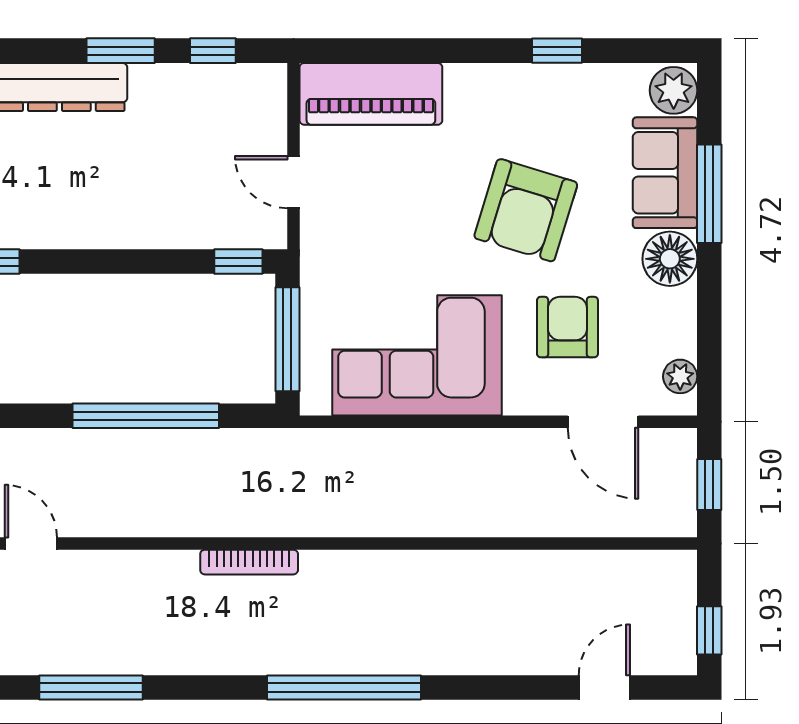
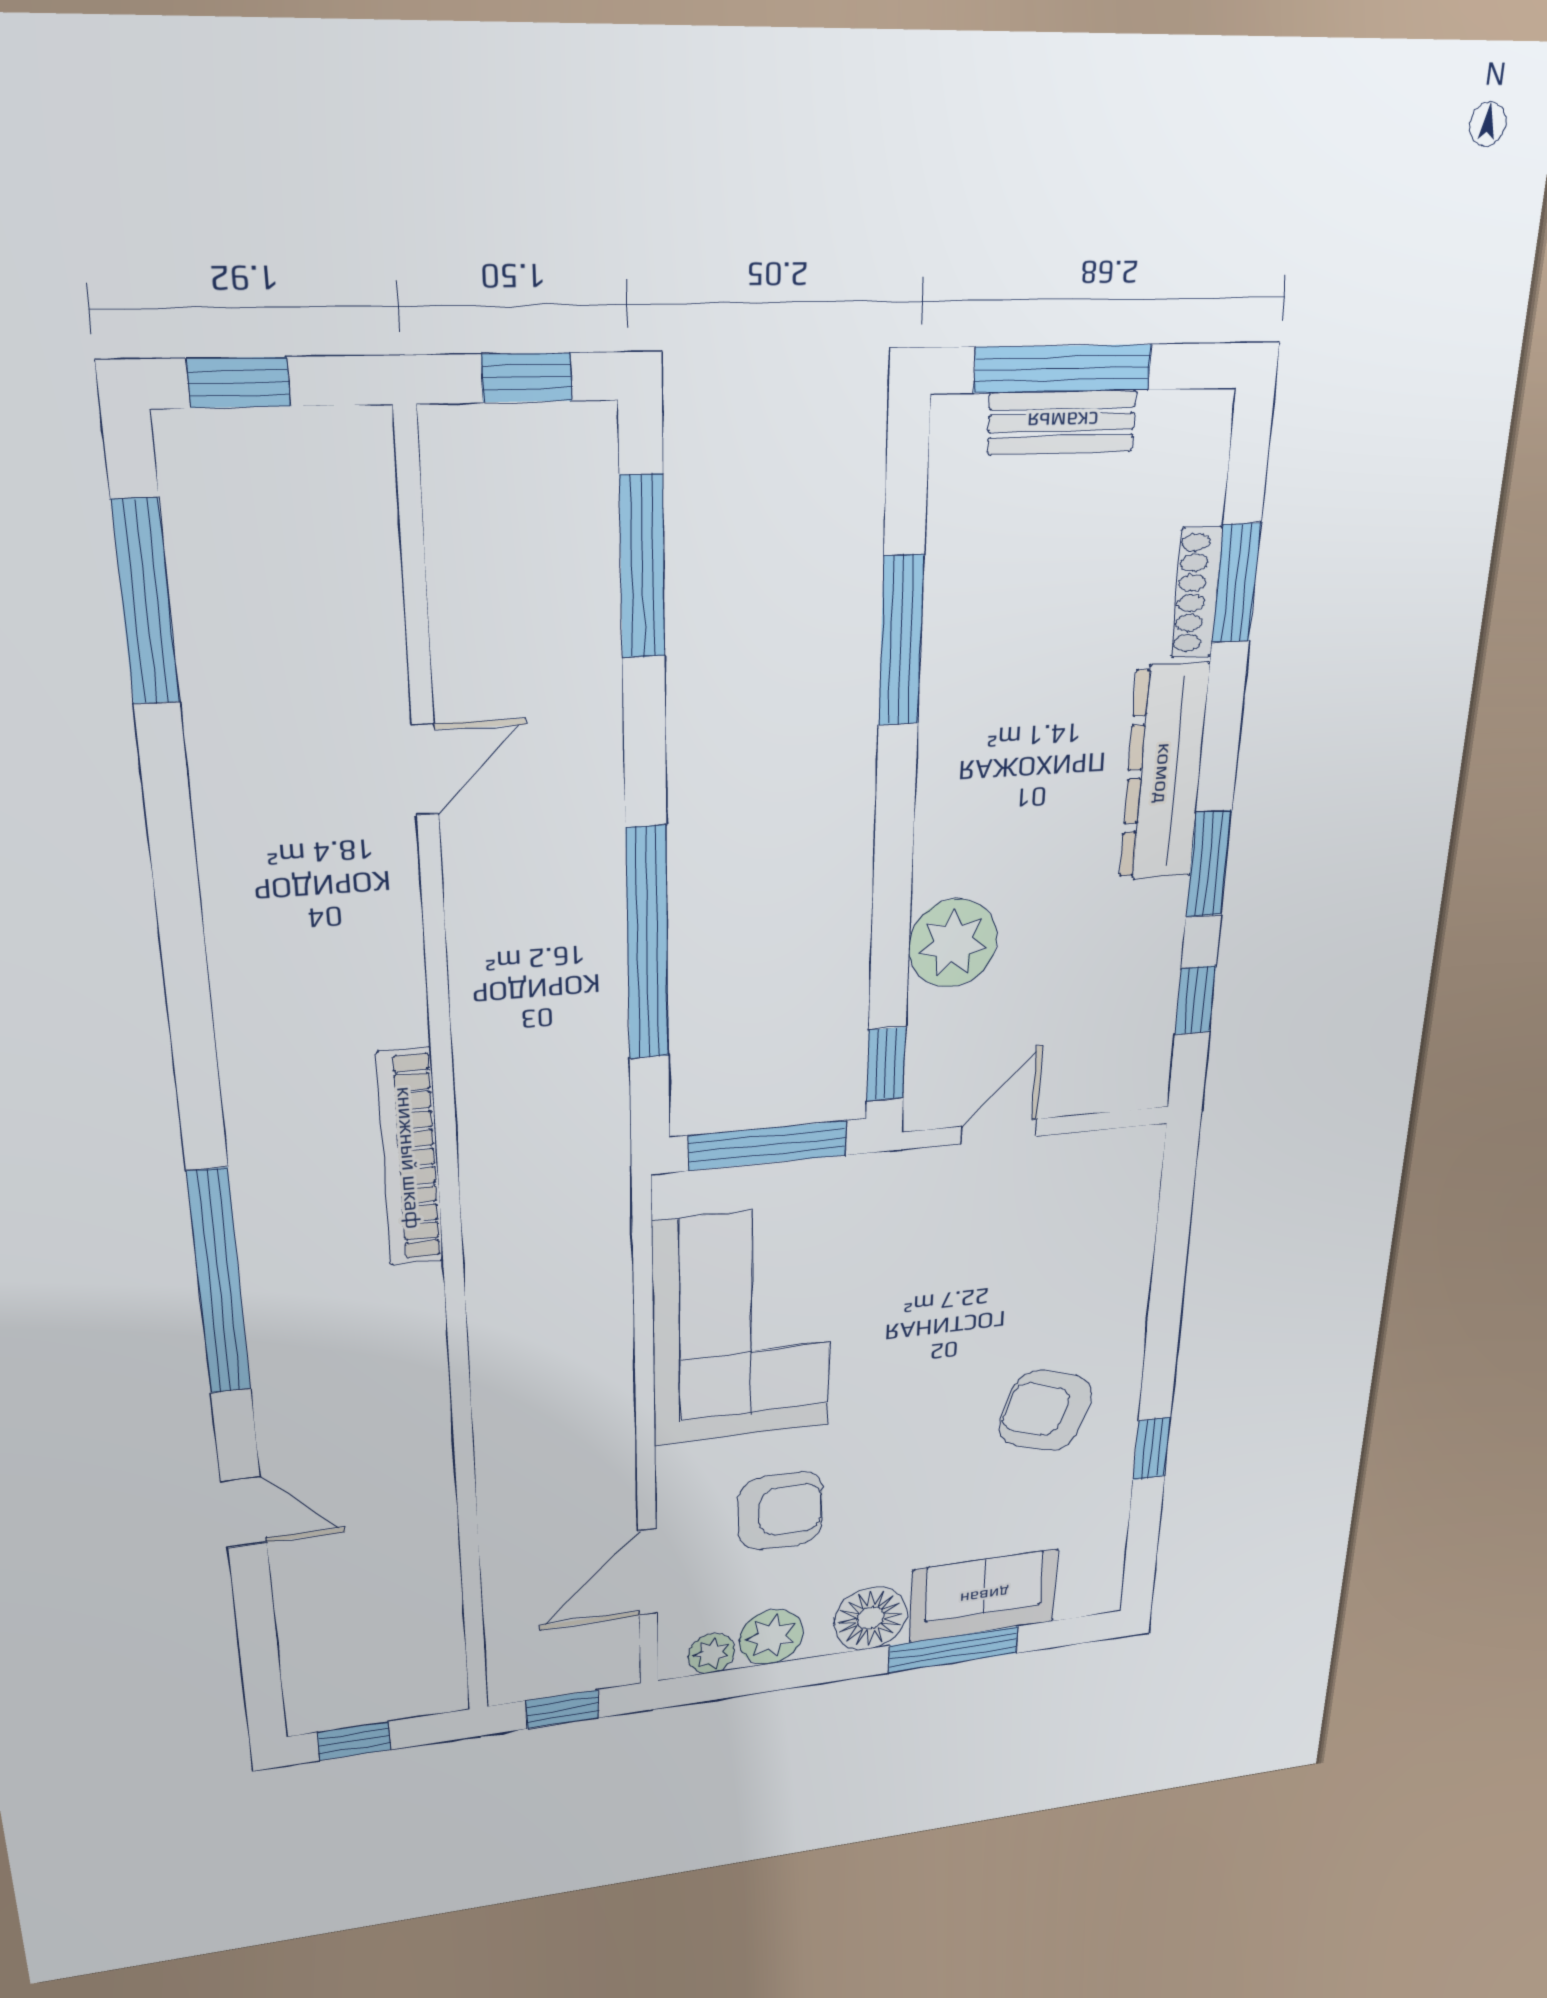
plant: (674, 90) -> (771, 1637), moved
piano: (371, 94) -> (1115, 1223), removed
armchair: (526, 210) -> (1045, 1411), moved, width x0.73, depth x0.73
plant: (160, 220) -> (953, 943), added
bookcase: (249, 562) -> (410, 1158), width x1.48, depth x1.31
window: (91, 687) -> (177, 888), removed
door: (604, 687) -> (244, 1512), moved

